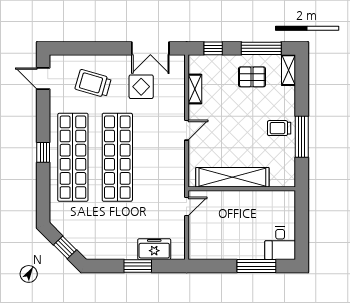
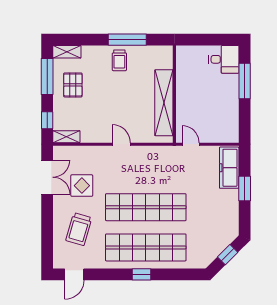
shelving: (195, 89) -> (66, 137), moved
freezer: (154, 249) -> (229, 168), width x1.40

